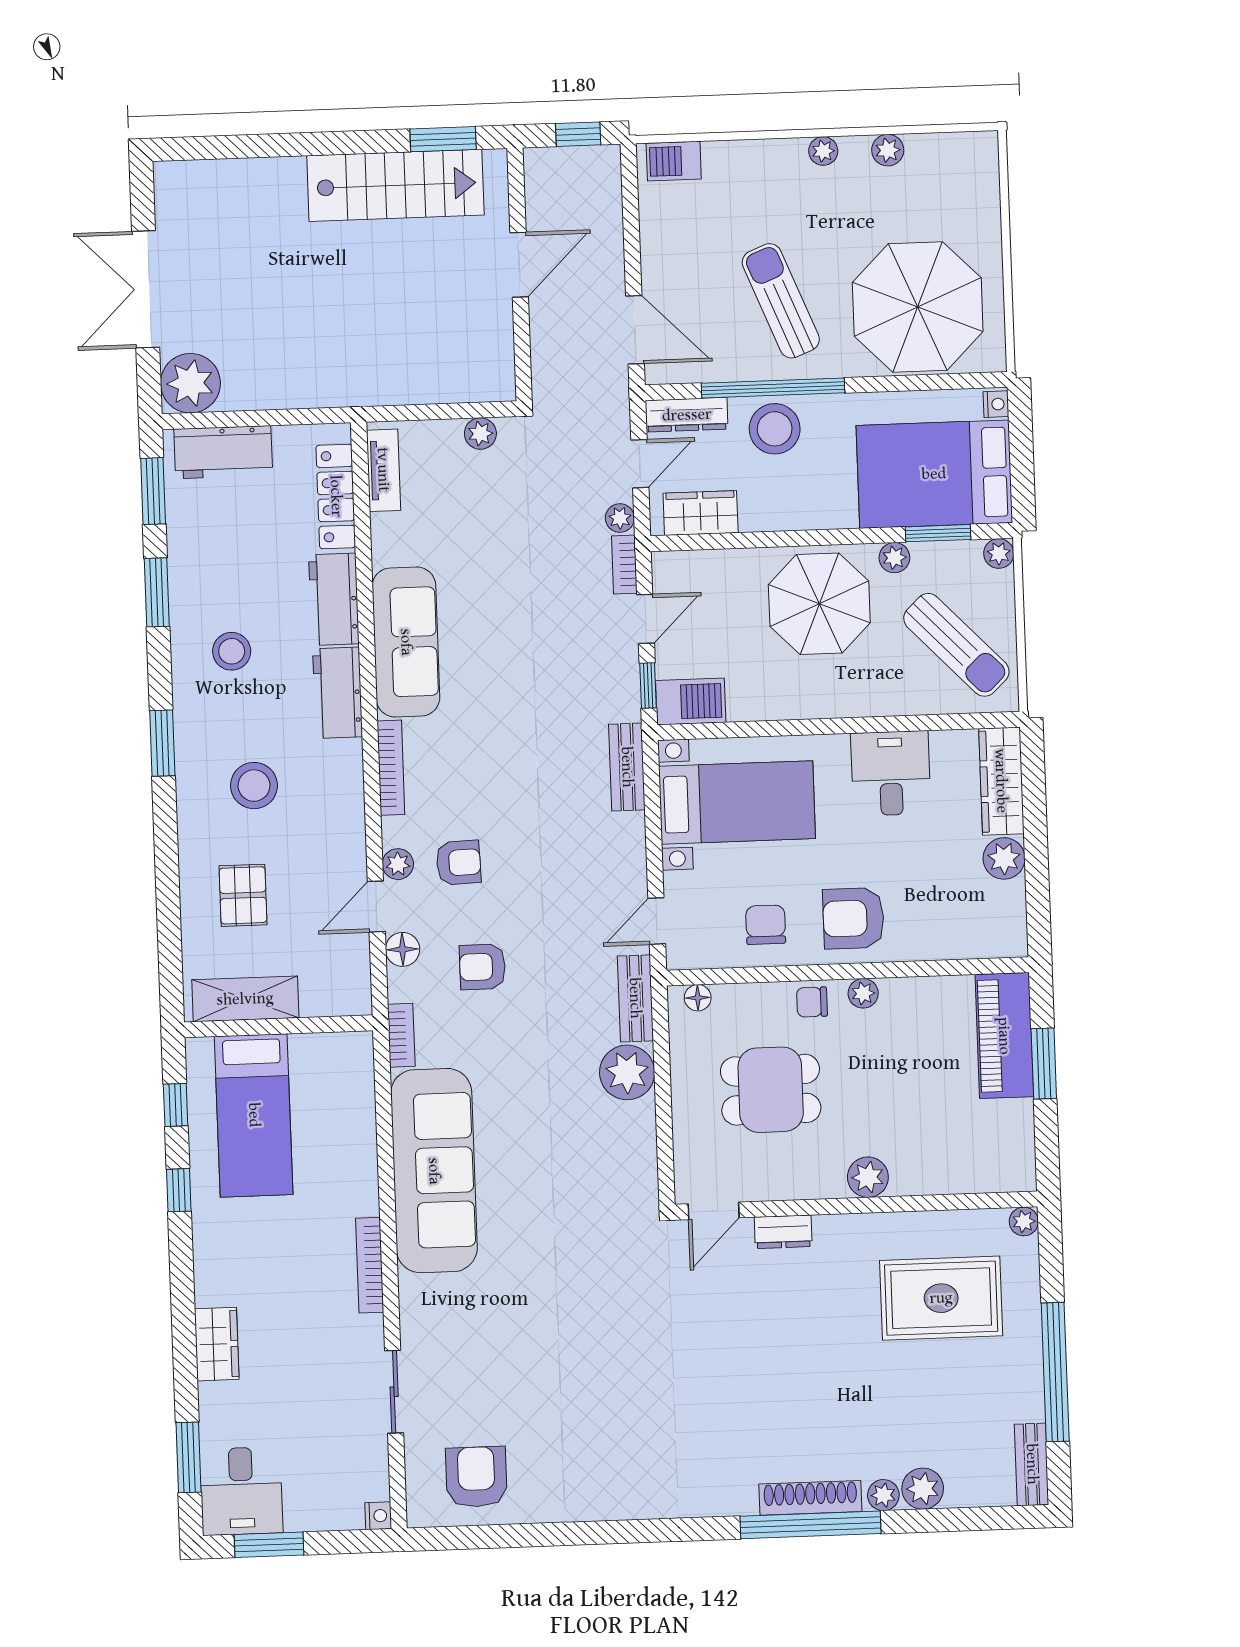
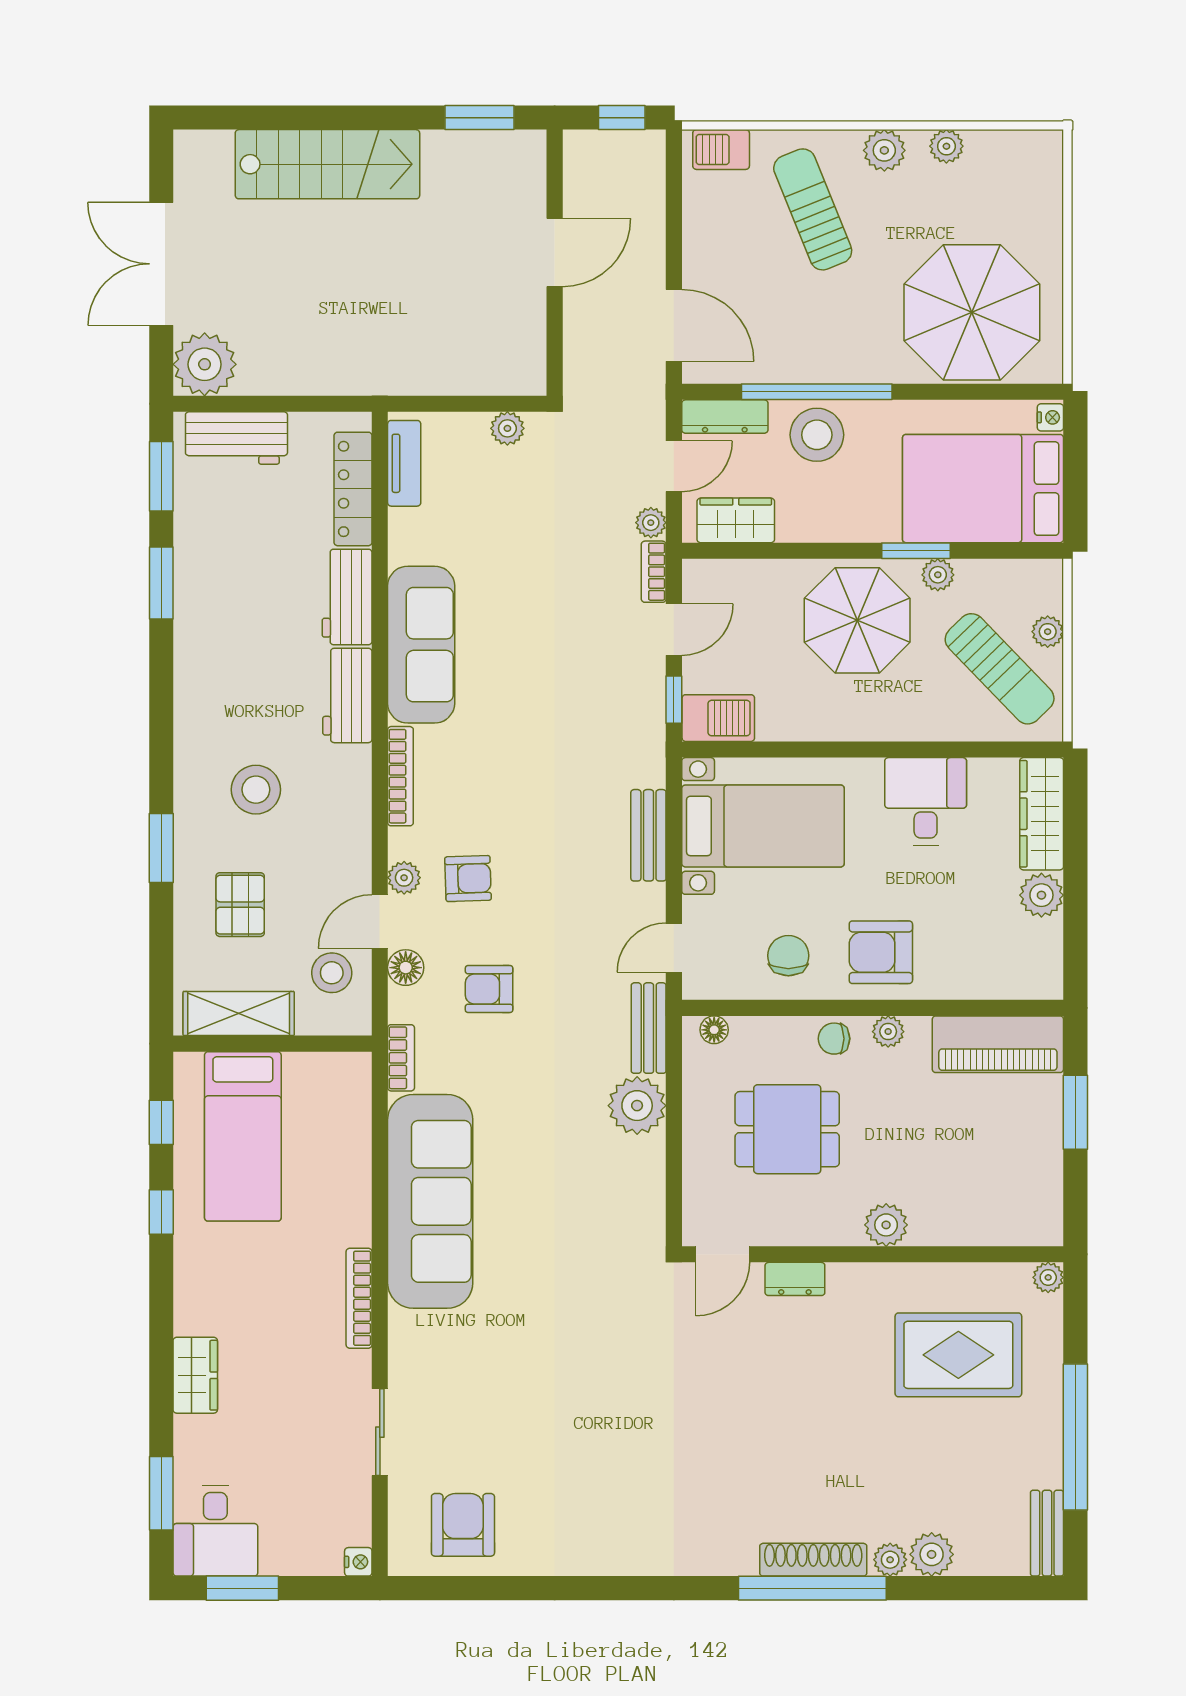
plant: (823, 151) -> (884, 150), width x1.38, depth x1.38
stairs: (395, 185) -> (327, 164), moved
sun lounger: (781, 301) -> (813, 209), moved
window: (938, 533) -> (916, 551), moved
plant: (999, 554) -> (1048, 632), moved
stool: (232, 651) -> (332, 973), moved
window: (162, 743) -> (161, 848), moved
bench: (627, 767) -> (648, 835), moved
piano: (1004, 1036) -> (998, 1044), moved, turned -90

